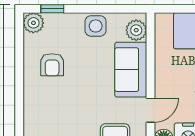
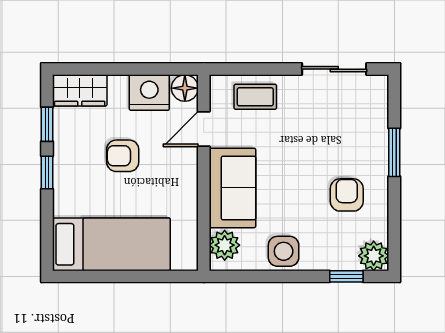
window: (19, 94) -> (394, 152), added

